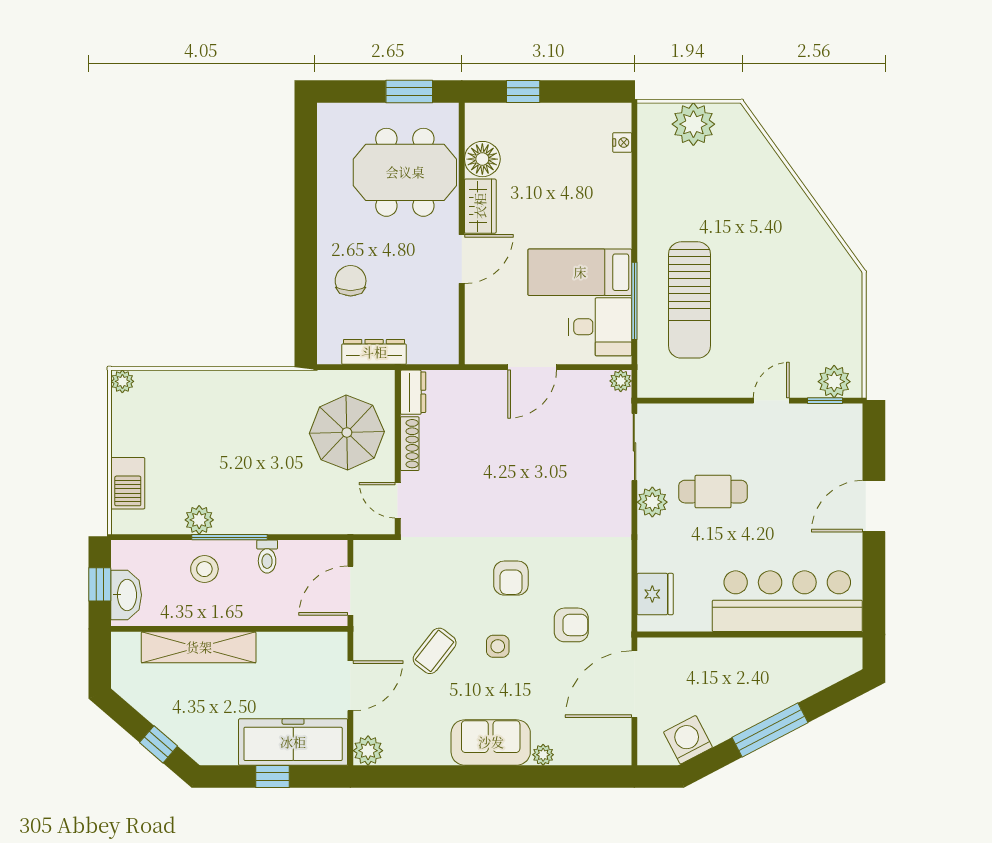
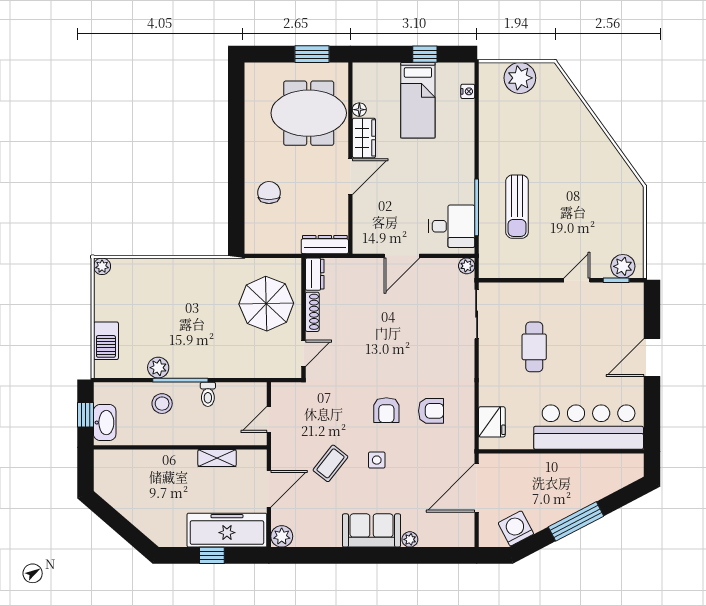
window: (523, 92) -> (425, 54), moved
floor lamp: (482, 159) -> (359, 110), width x0.53, depth x0.53
bed: (580, 272) -> (418, 100), moved, turned -90
sun lounger: (690, 300) -> (517, 207), width x0.73, depth x0.75
dresser: (374, 352) -> (325, 245), moved
cafe table: (713, 492) -> (534, 347), turned 90
door: (398, 500) -> (304, 353), swing flipped
plant: (652, 502) -> (490, 355), removed
door: (350, 591) -> (269, 419), width x0.73
armchair: (571, 625) -> (431, 411), moved
shelving: (199, 647) -> (217, 458), moved, width x0.45, depth x0.75
window: (159, 744) -> (128, 532), removed

